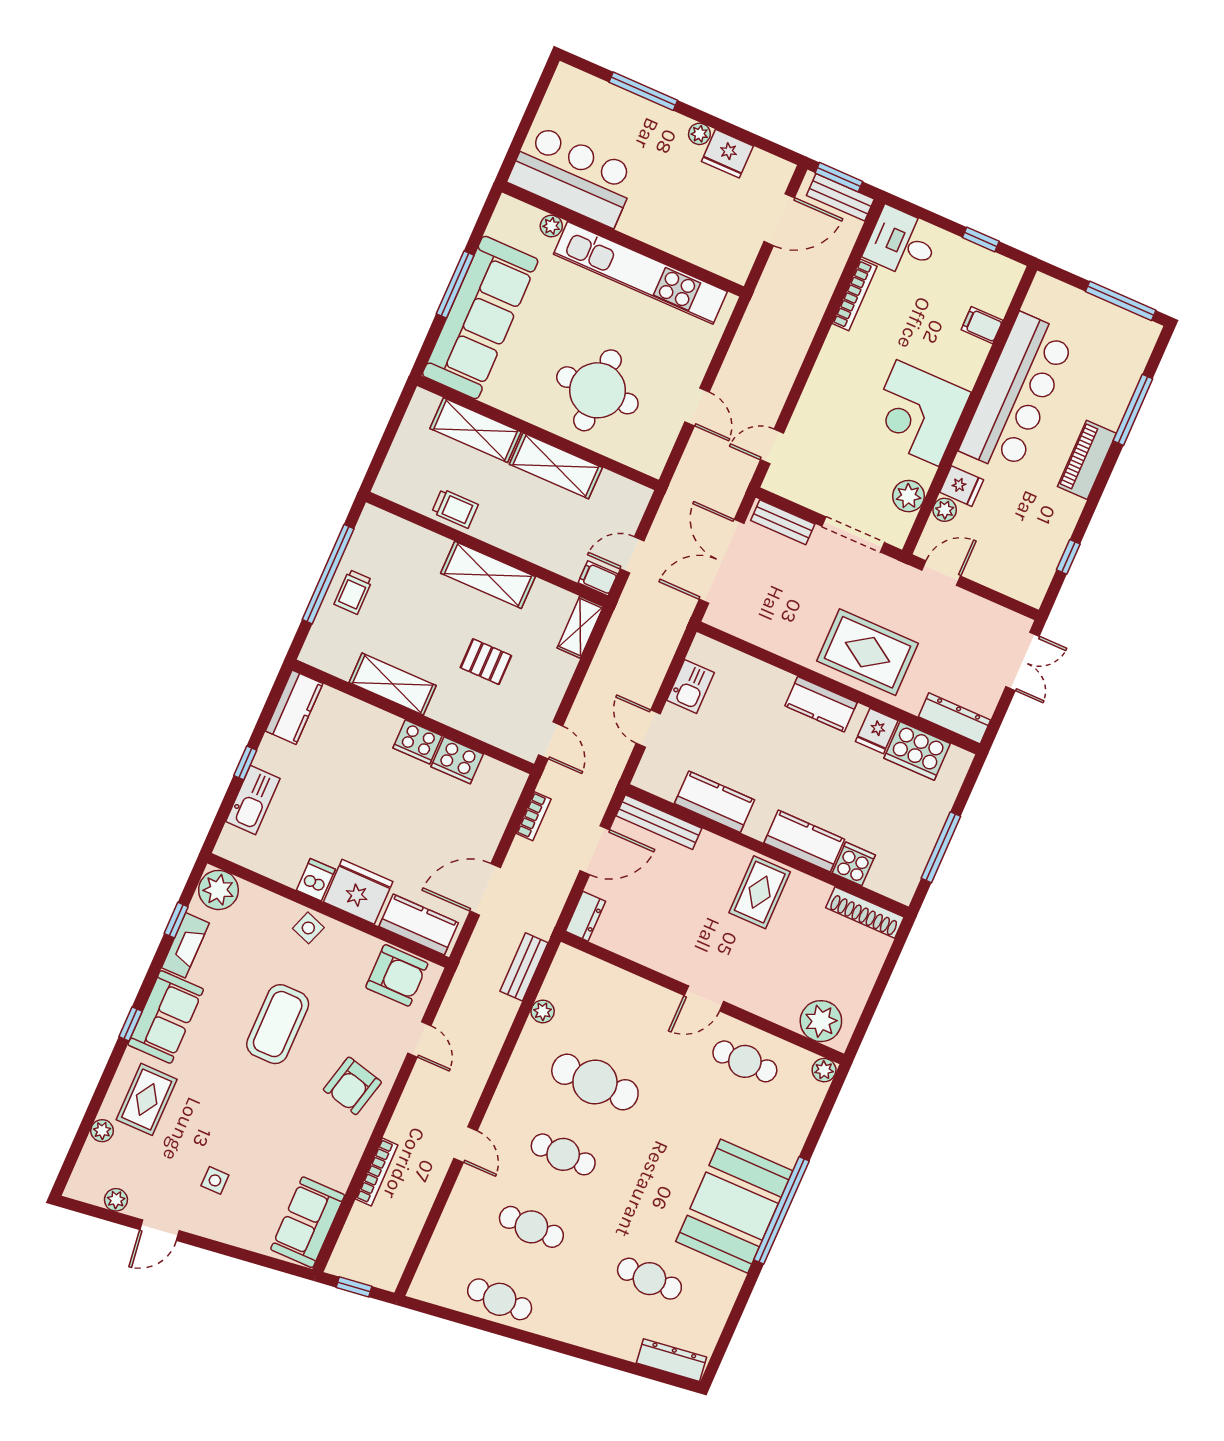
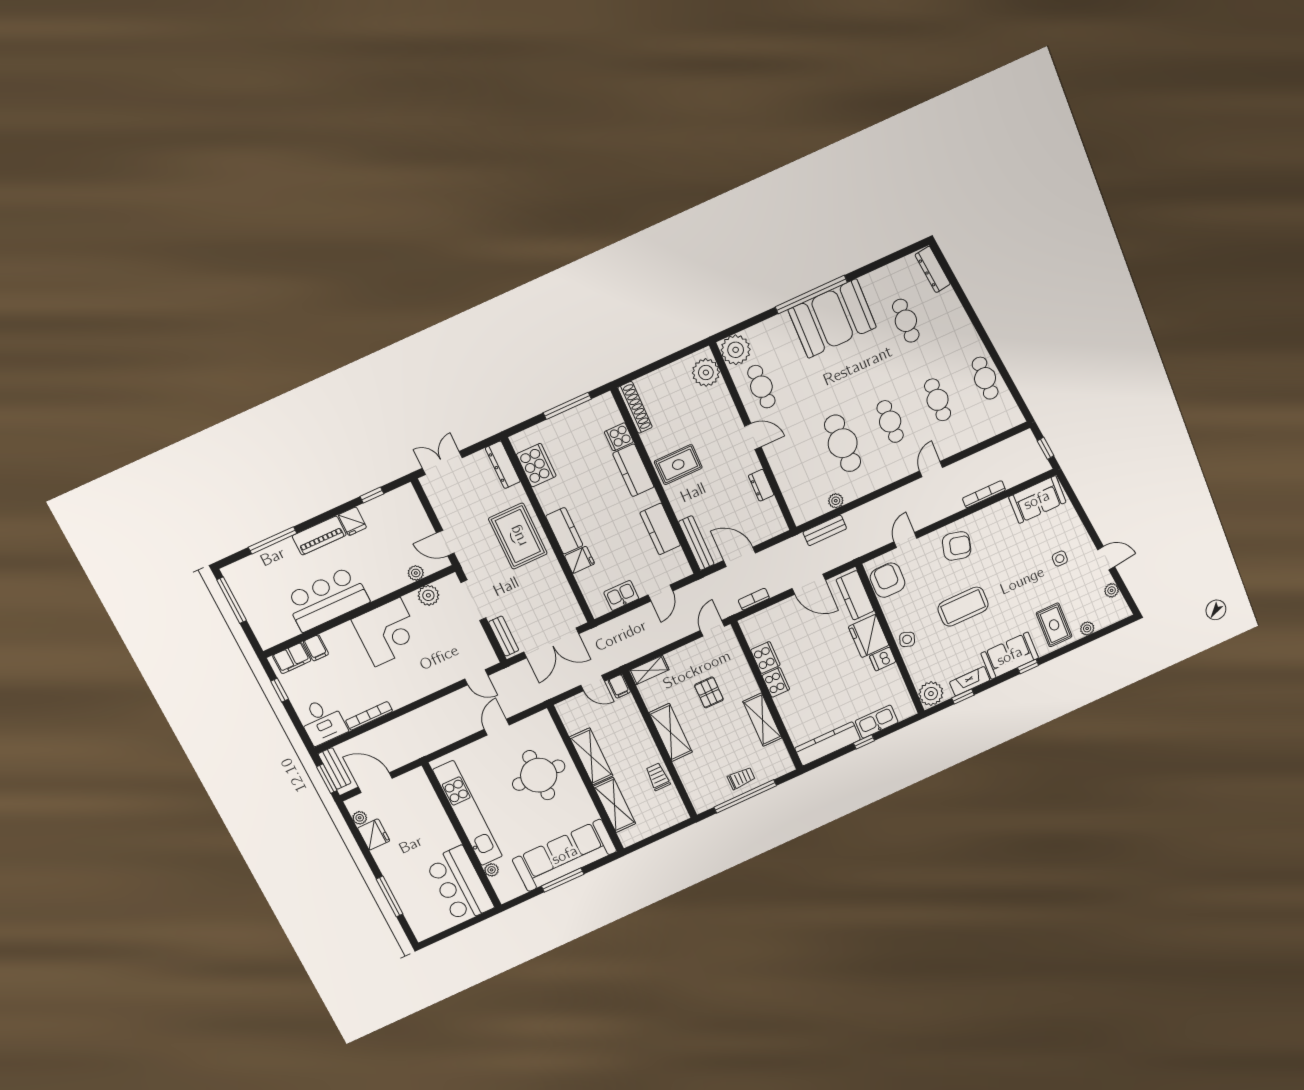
plant: (699, 134) -> (360, 818), moved
filing cabinet: (999, 290) -> (292, 658), added
bar counter: (1017, 393) -> (327, 599), width x0.73
fridge: (962, 486) -> (352, 521), moved, turned 180
kitchen counter: (294, 707) -> (828, 744), width x1.50
fridge: (877, 731) -> (580, 560), moved
dresser: (585, 916) -> (761, 485), moved, turned -90
plant: (824, 1070) -> (736, 350), width x1.87, depth x1.87
rug: (147, 1099) -> (1054, 625), turned 90

